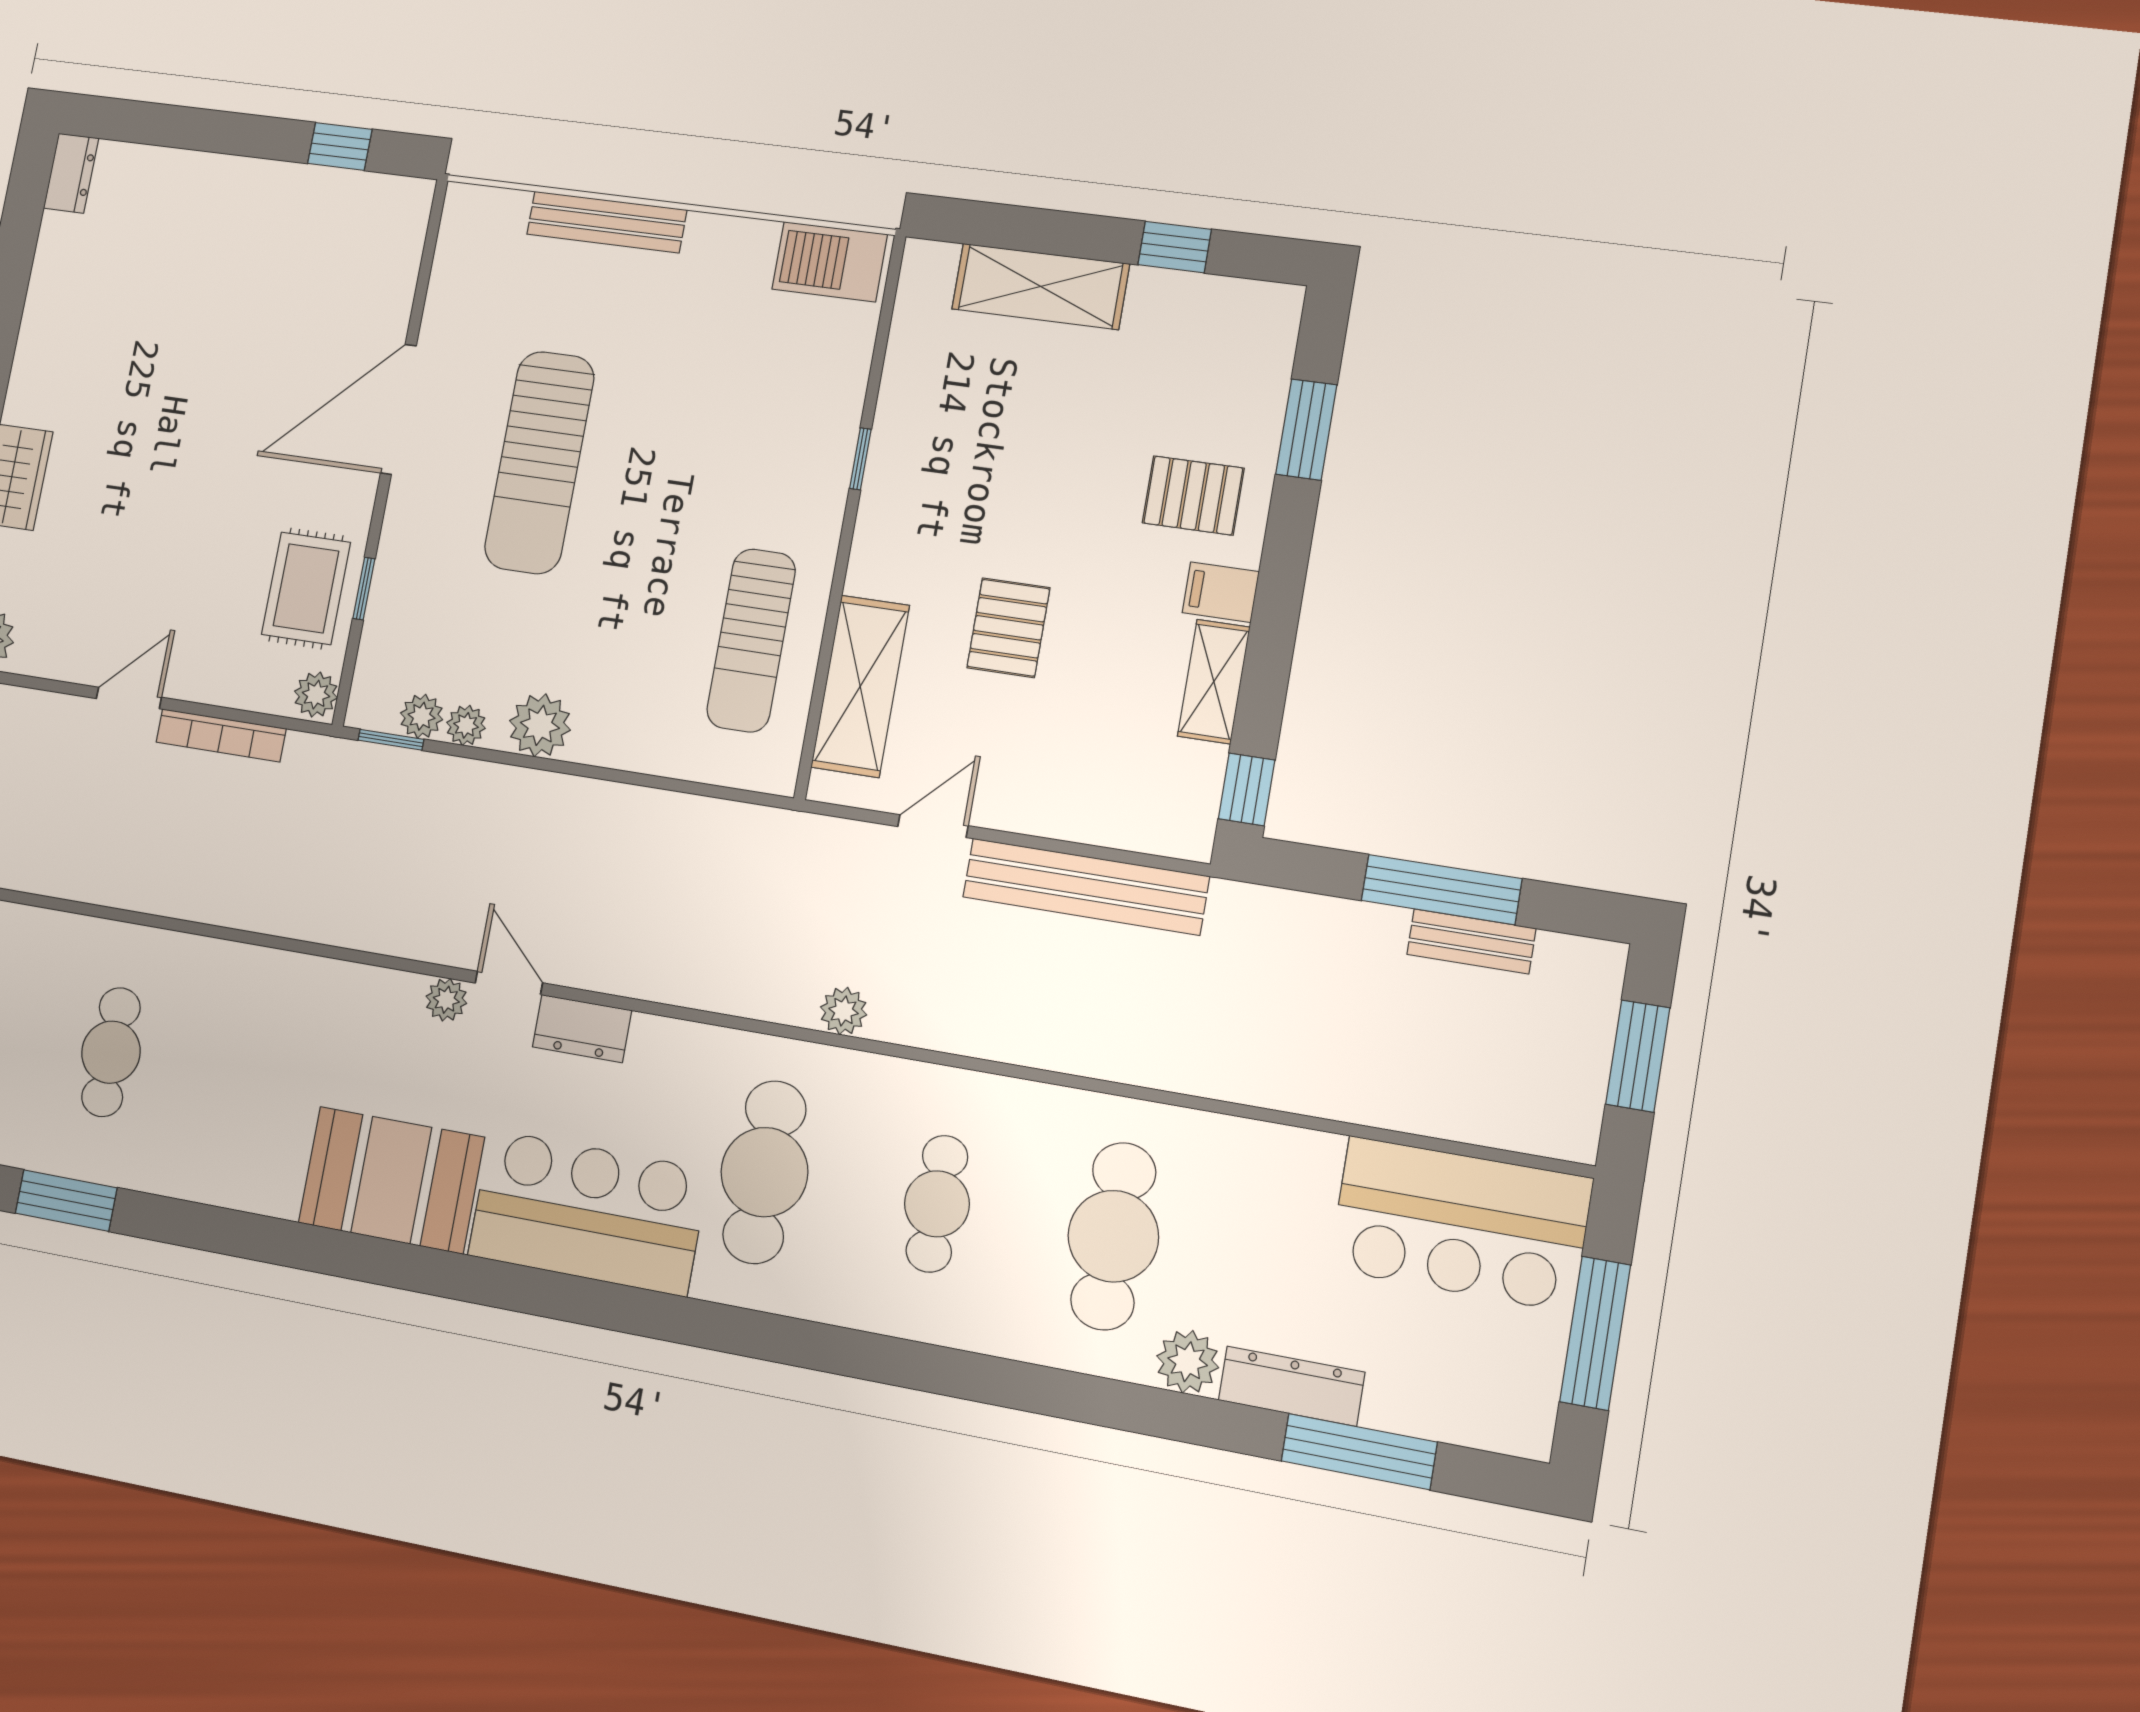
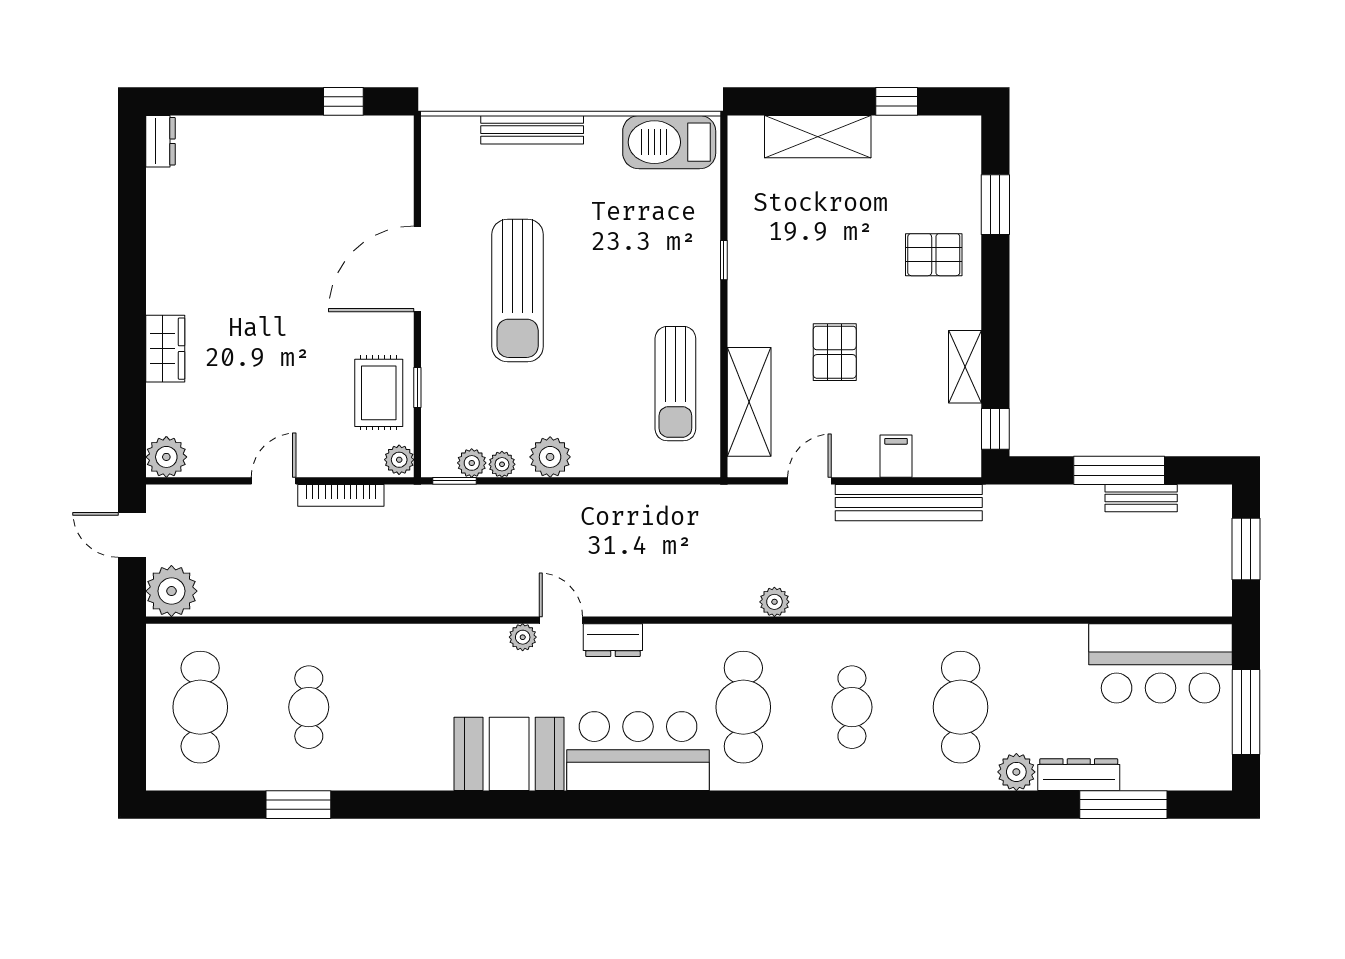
barbecue: (830, 262) -> (669, 142), width x1.37, depth x1.21
filing cabinet: (1221, 592) -> (896, 456), moved, turned 90

